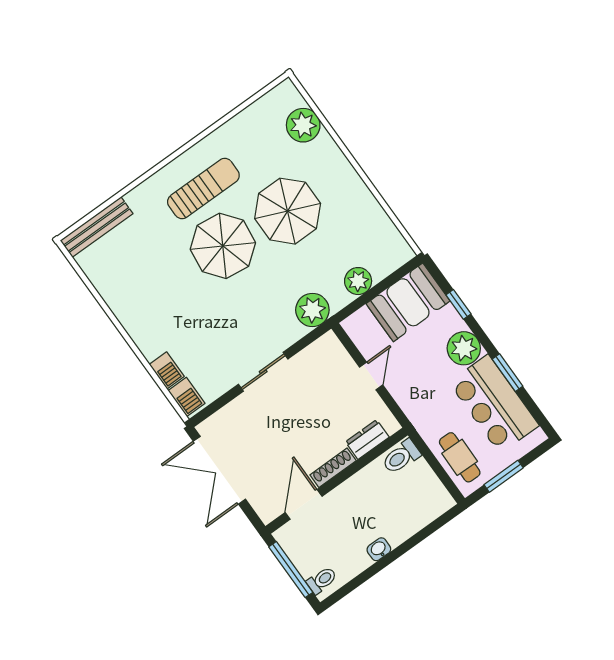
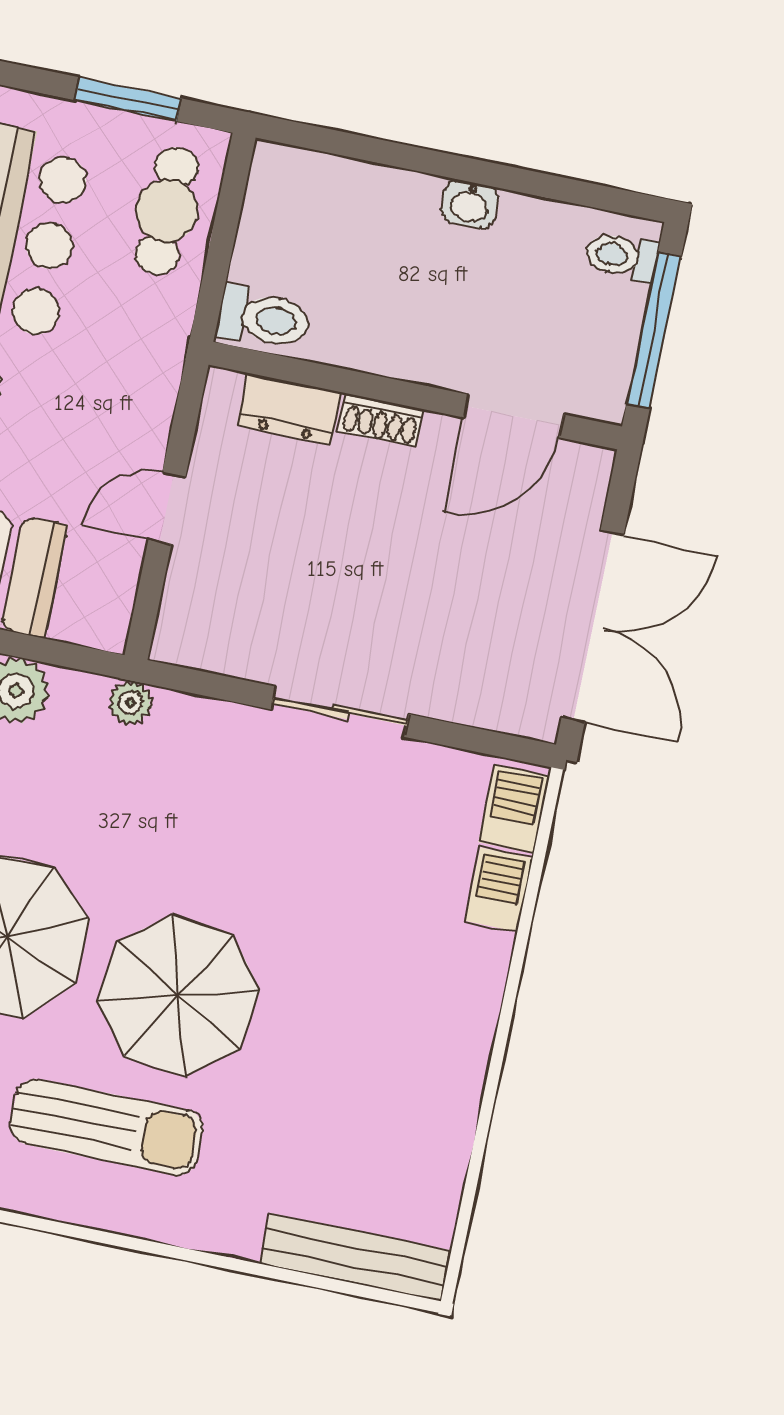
sun lounger: (203, 188) -> (107, 1127), turned 180
plant: (312, 310) -> (130, 703), width x0.53, depth x0.53
shoe rack: (333, 468) -> (381, 420), width x0.70

